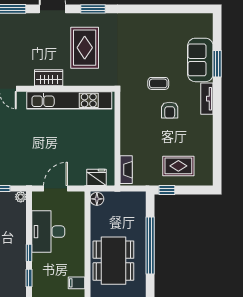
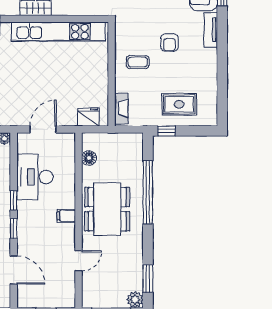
coffee table: (158, 83) -> (138, 62), moved
floor lamp: (97, 199) -> (89, 158), moved
filing cabinet: (76, 283) -> (66, 216), moved

